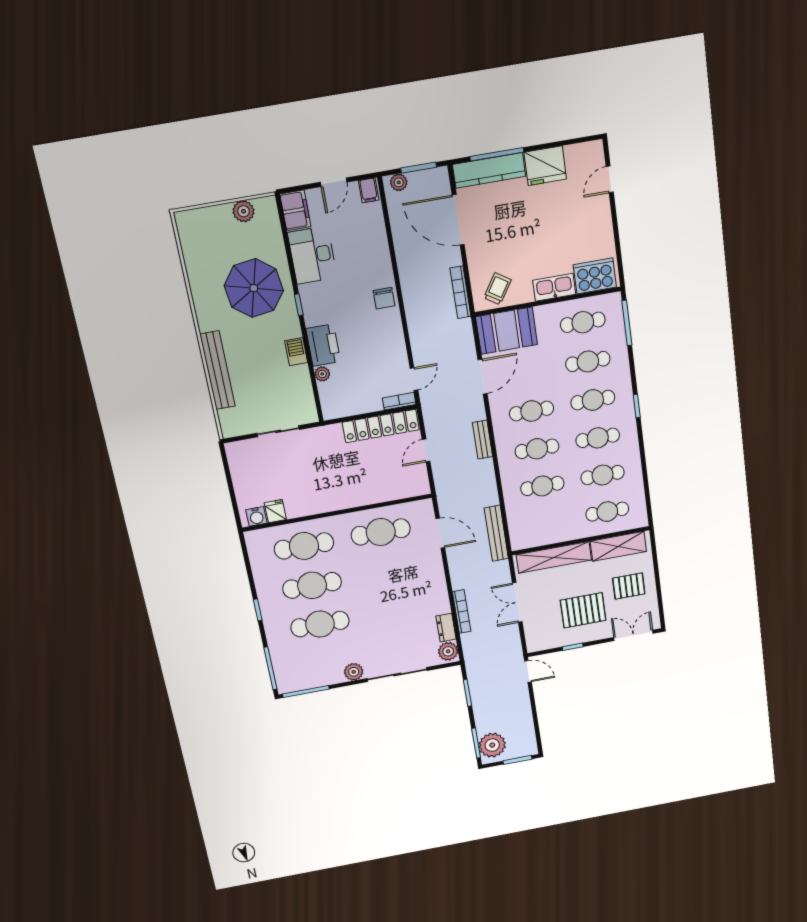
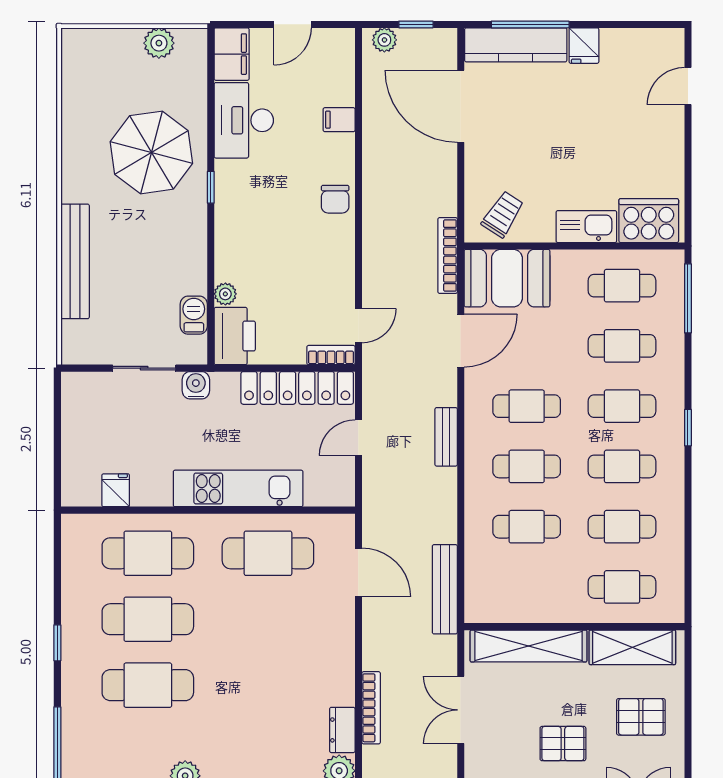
fridge: (545, 166) -> (584, 46), width x0.53, depth x0.75
window: (419, 168) -> (416, 24), width x0.67
filing cabinet: (369, 190) -> (339, 120), moved, turned 90
bookcase: (460, 292) -> (448, 255), moved
printer: (323, 345) -> (235, 336), moved
barbecue: (296, 352) -> (194, 315), moved
kitchen unit: (354, 496) -> (238, 488), added
water cooler: (256, 516) -> (196, 385), moved, turned 180
pallet: (583, 610) -> (563, 744), width x0.67, depth x0.71

